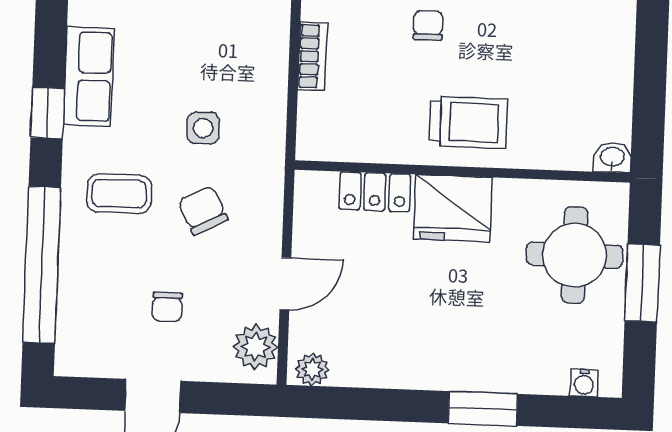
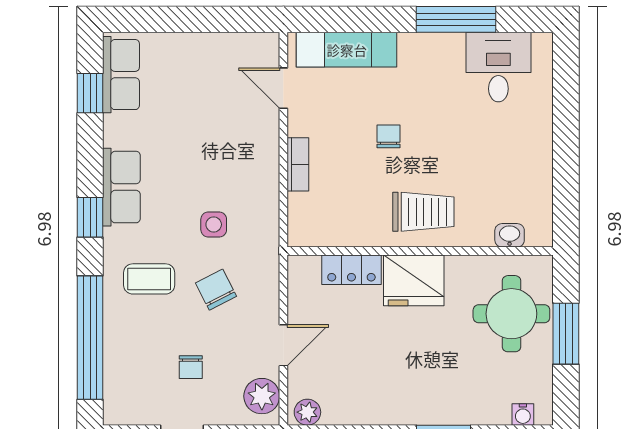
washbasin: (612, 157) -> (510, 235), moved

